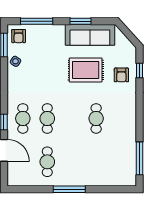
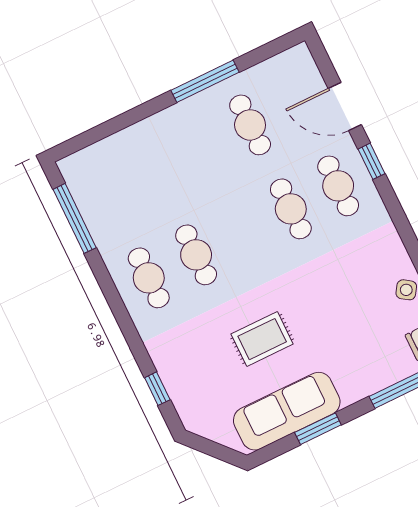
rug: (86, 70) -> (262, 339), width x0.73, depth x0.70
armchair: (121, 75) -> (188, 363), removed
cafe table: (121, 118) -> (149, 278), added
window: (69, 189) -> (205, 81), moved

